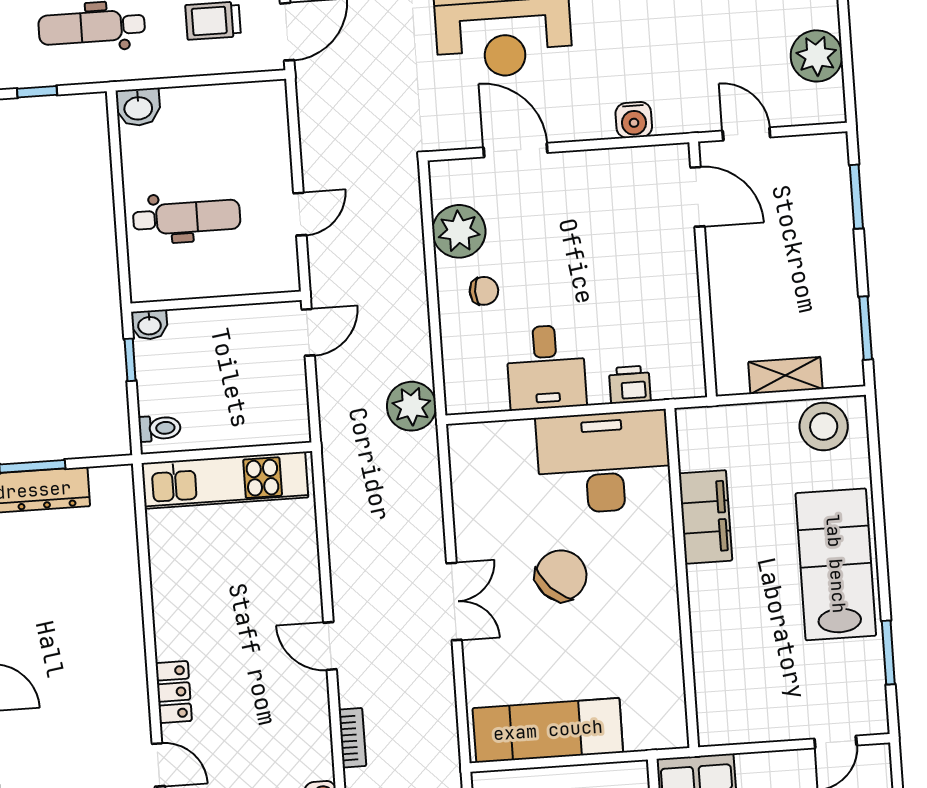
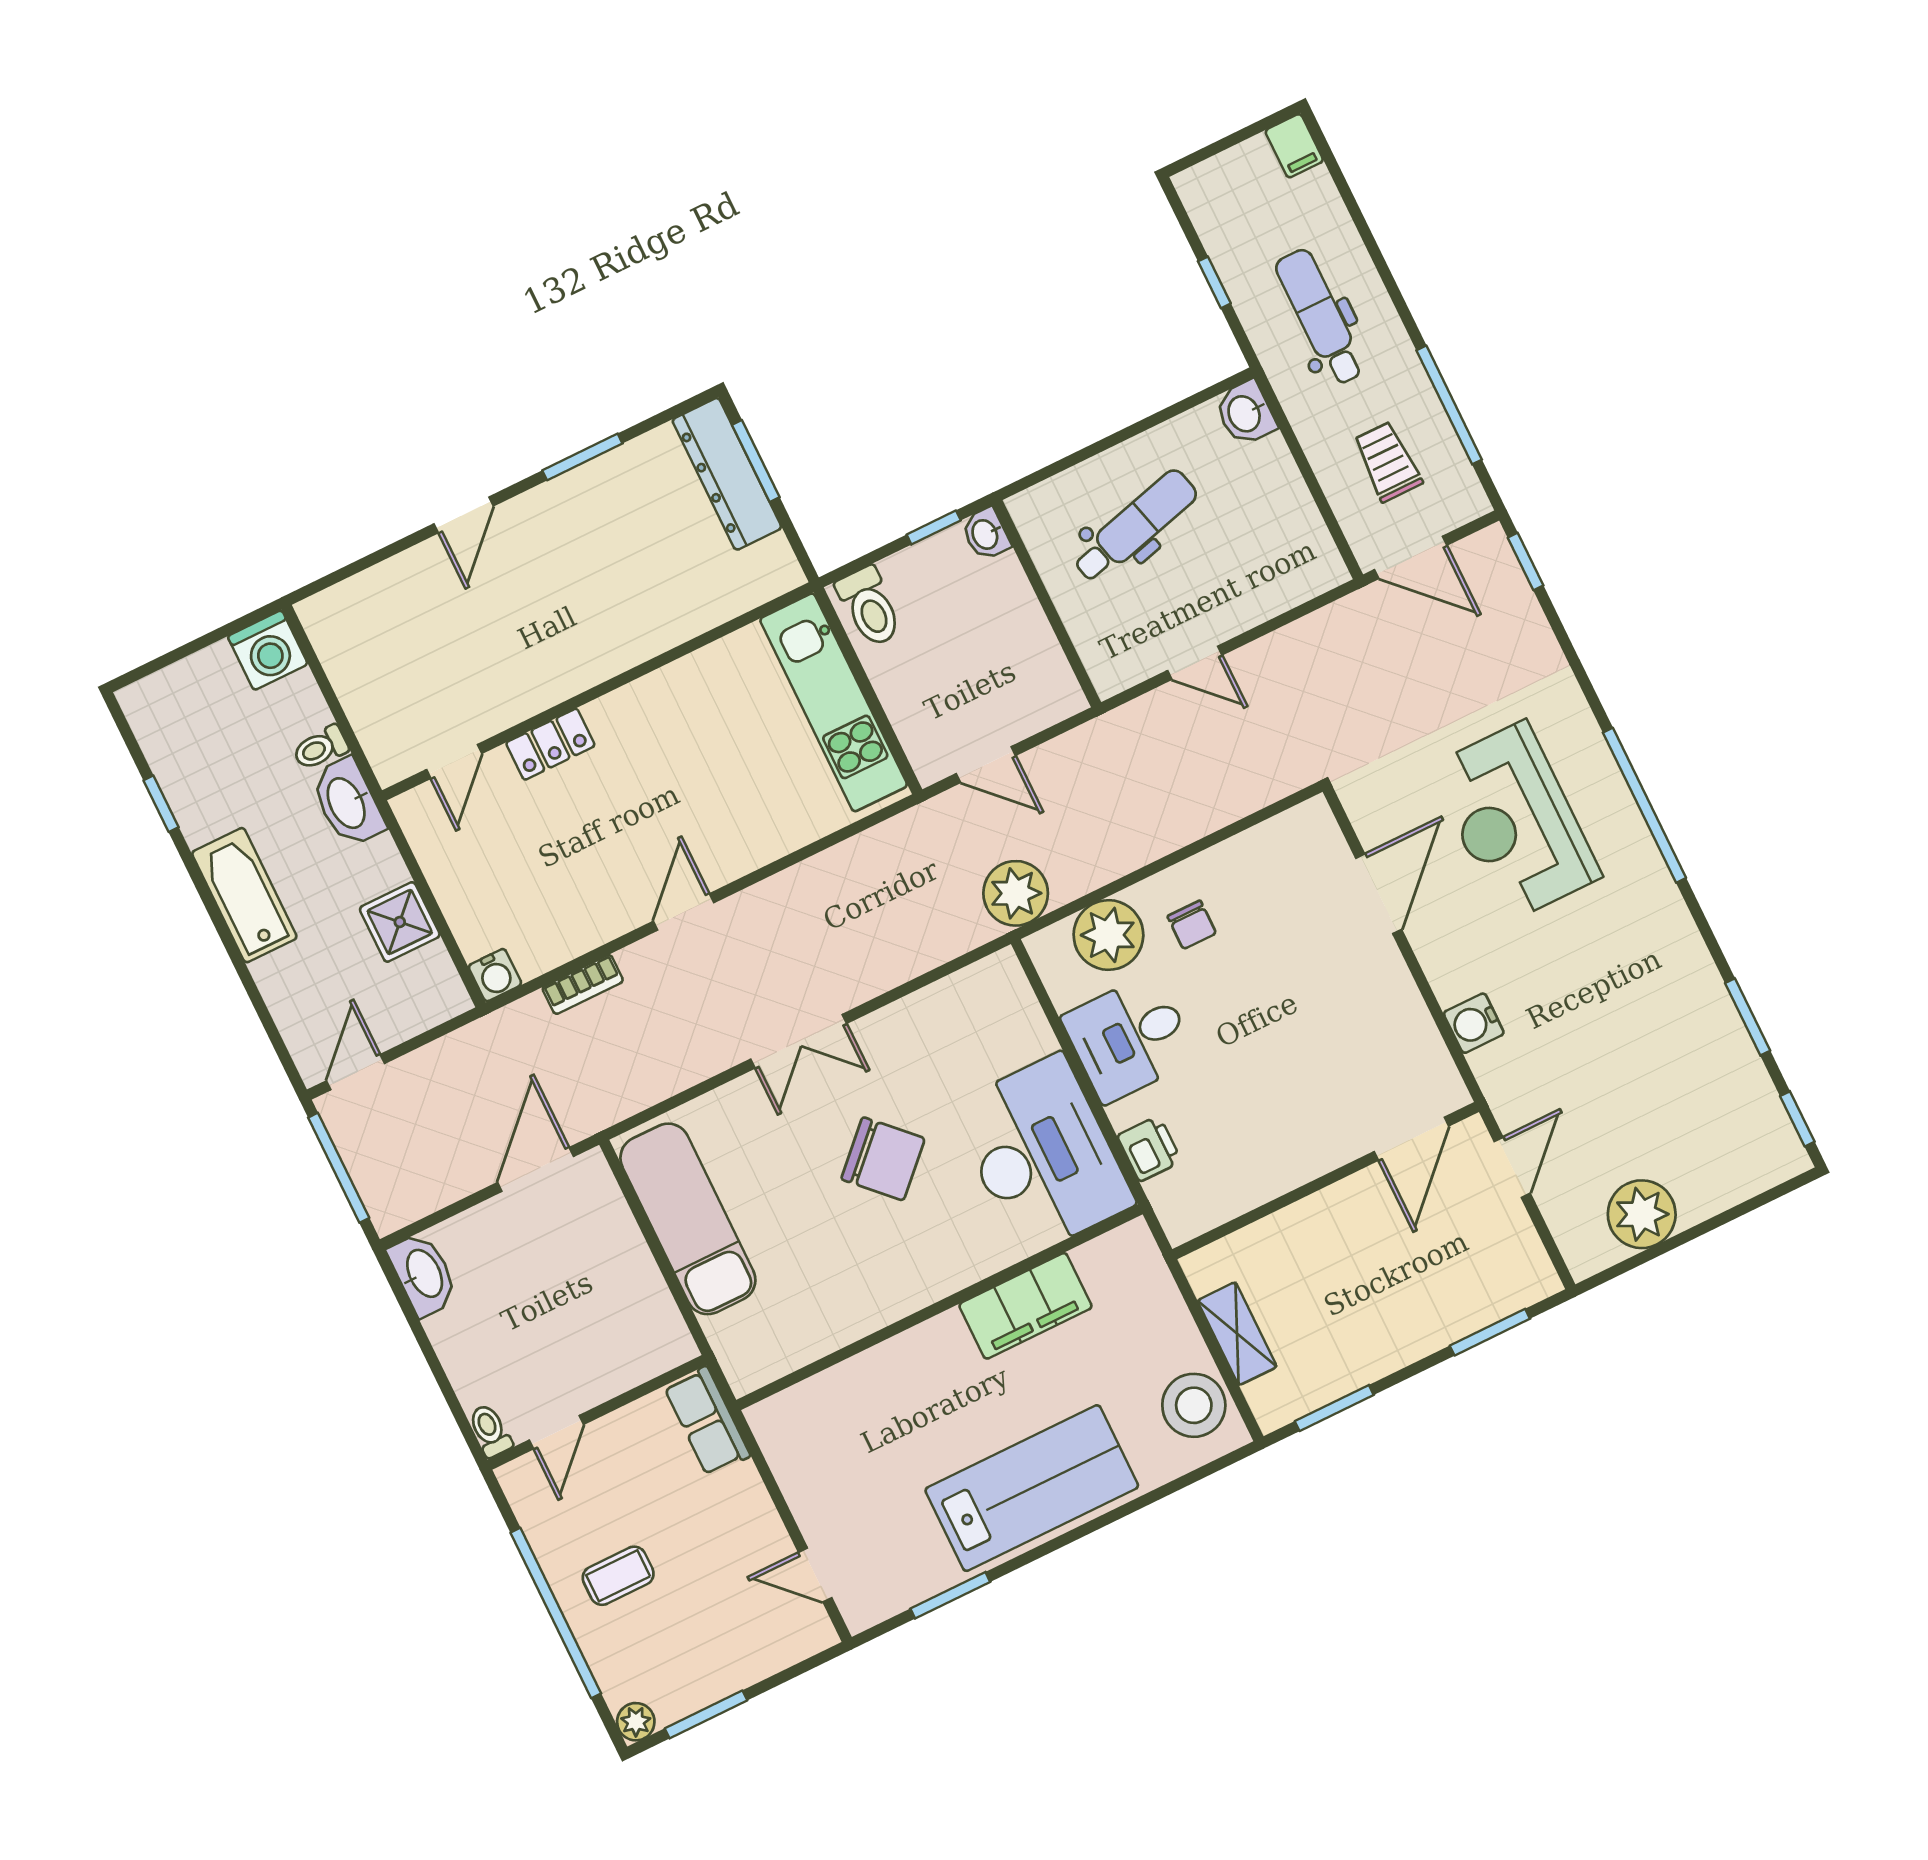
dental chair: (187, 217) -> (1135, 526), turned -105
plant: (459, 231) -> (1108, 935), moved
door: (308, 332) -> (986, 765), moved
toilet: (160, 428) -> (869, 607), width x1.37, depth x1.39

